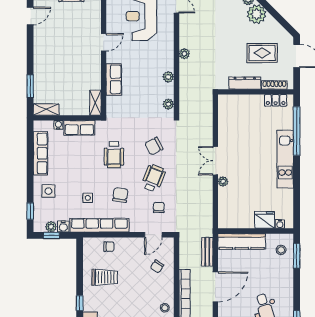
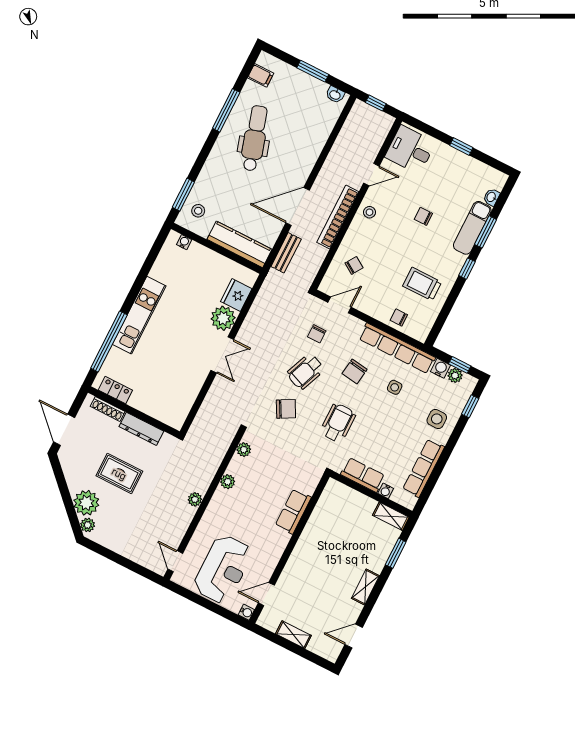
door: (104, 42) -> (266, 594), moved
rug: (262, 53) -> (119, 474), moved
shelving: (95, 103) -> (365, 587), moved
plant: (223, 181) -> (223, 318), width x1.88, depth x1.88
fridge: (265, 220) -> (236, 295), moved, turned 90

